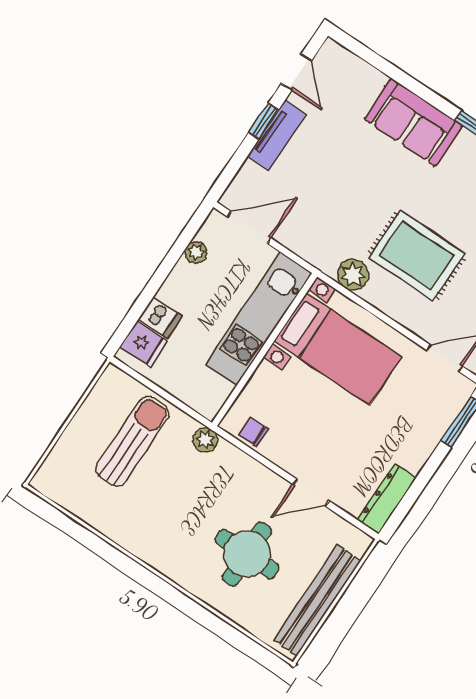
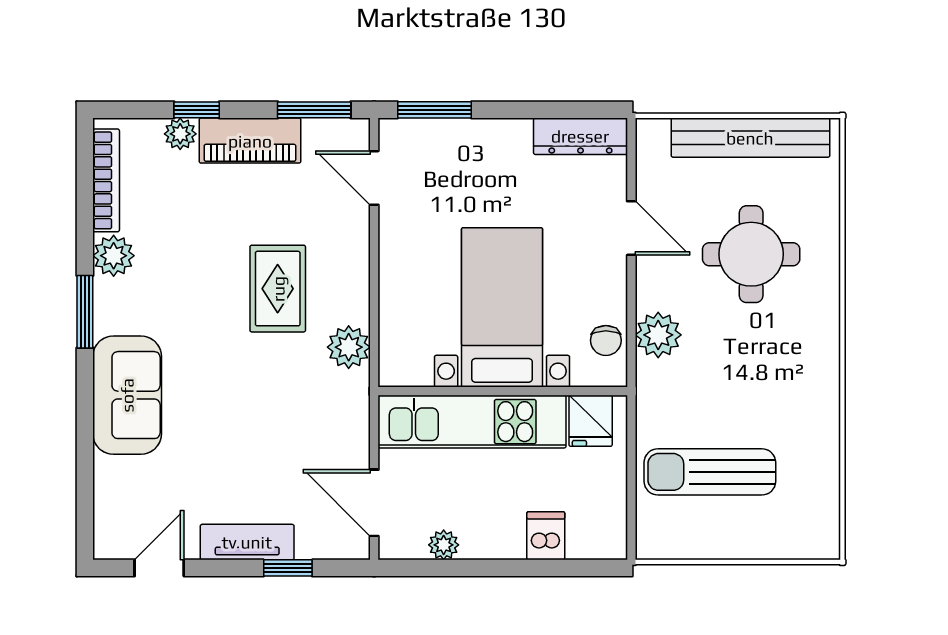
window: (264, 121) -> (288, 568), moved
rug: (417, 256) -> (278, 289), width x0.73, depth x0.70
fridge: (144, 344) -> (591, 421), moved, turned 180
bed with nightstands: (338, 349) -> (502, 307), moved
plant: (205, 440) -> (658, 335), moved, width x1.38, depth x1.38

